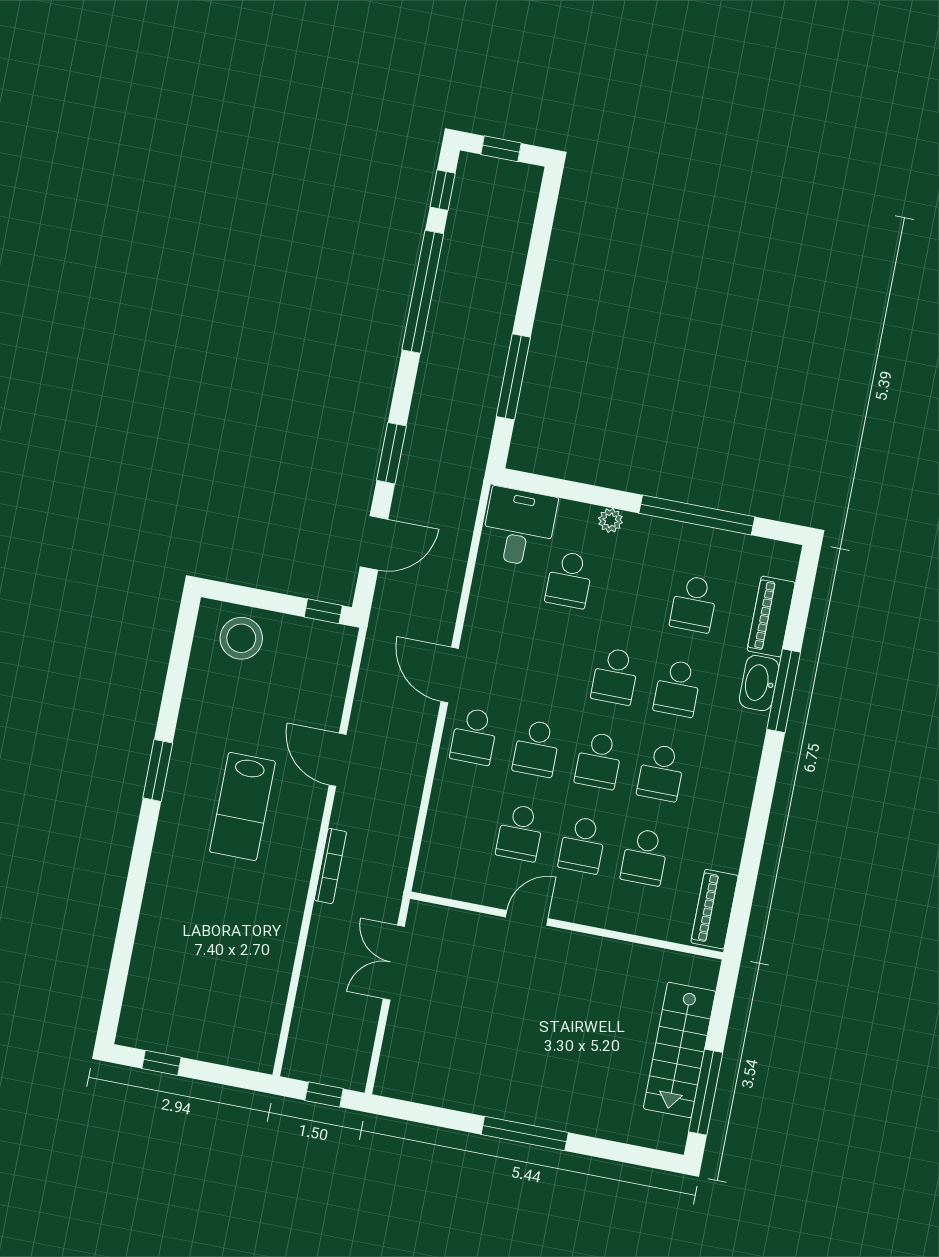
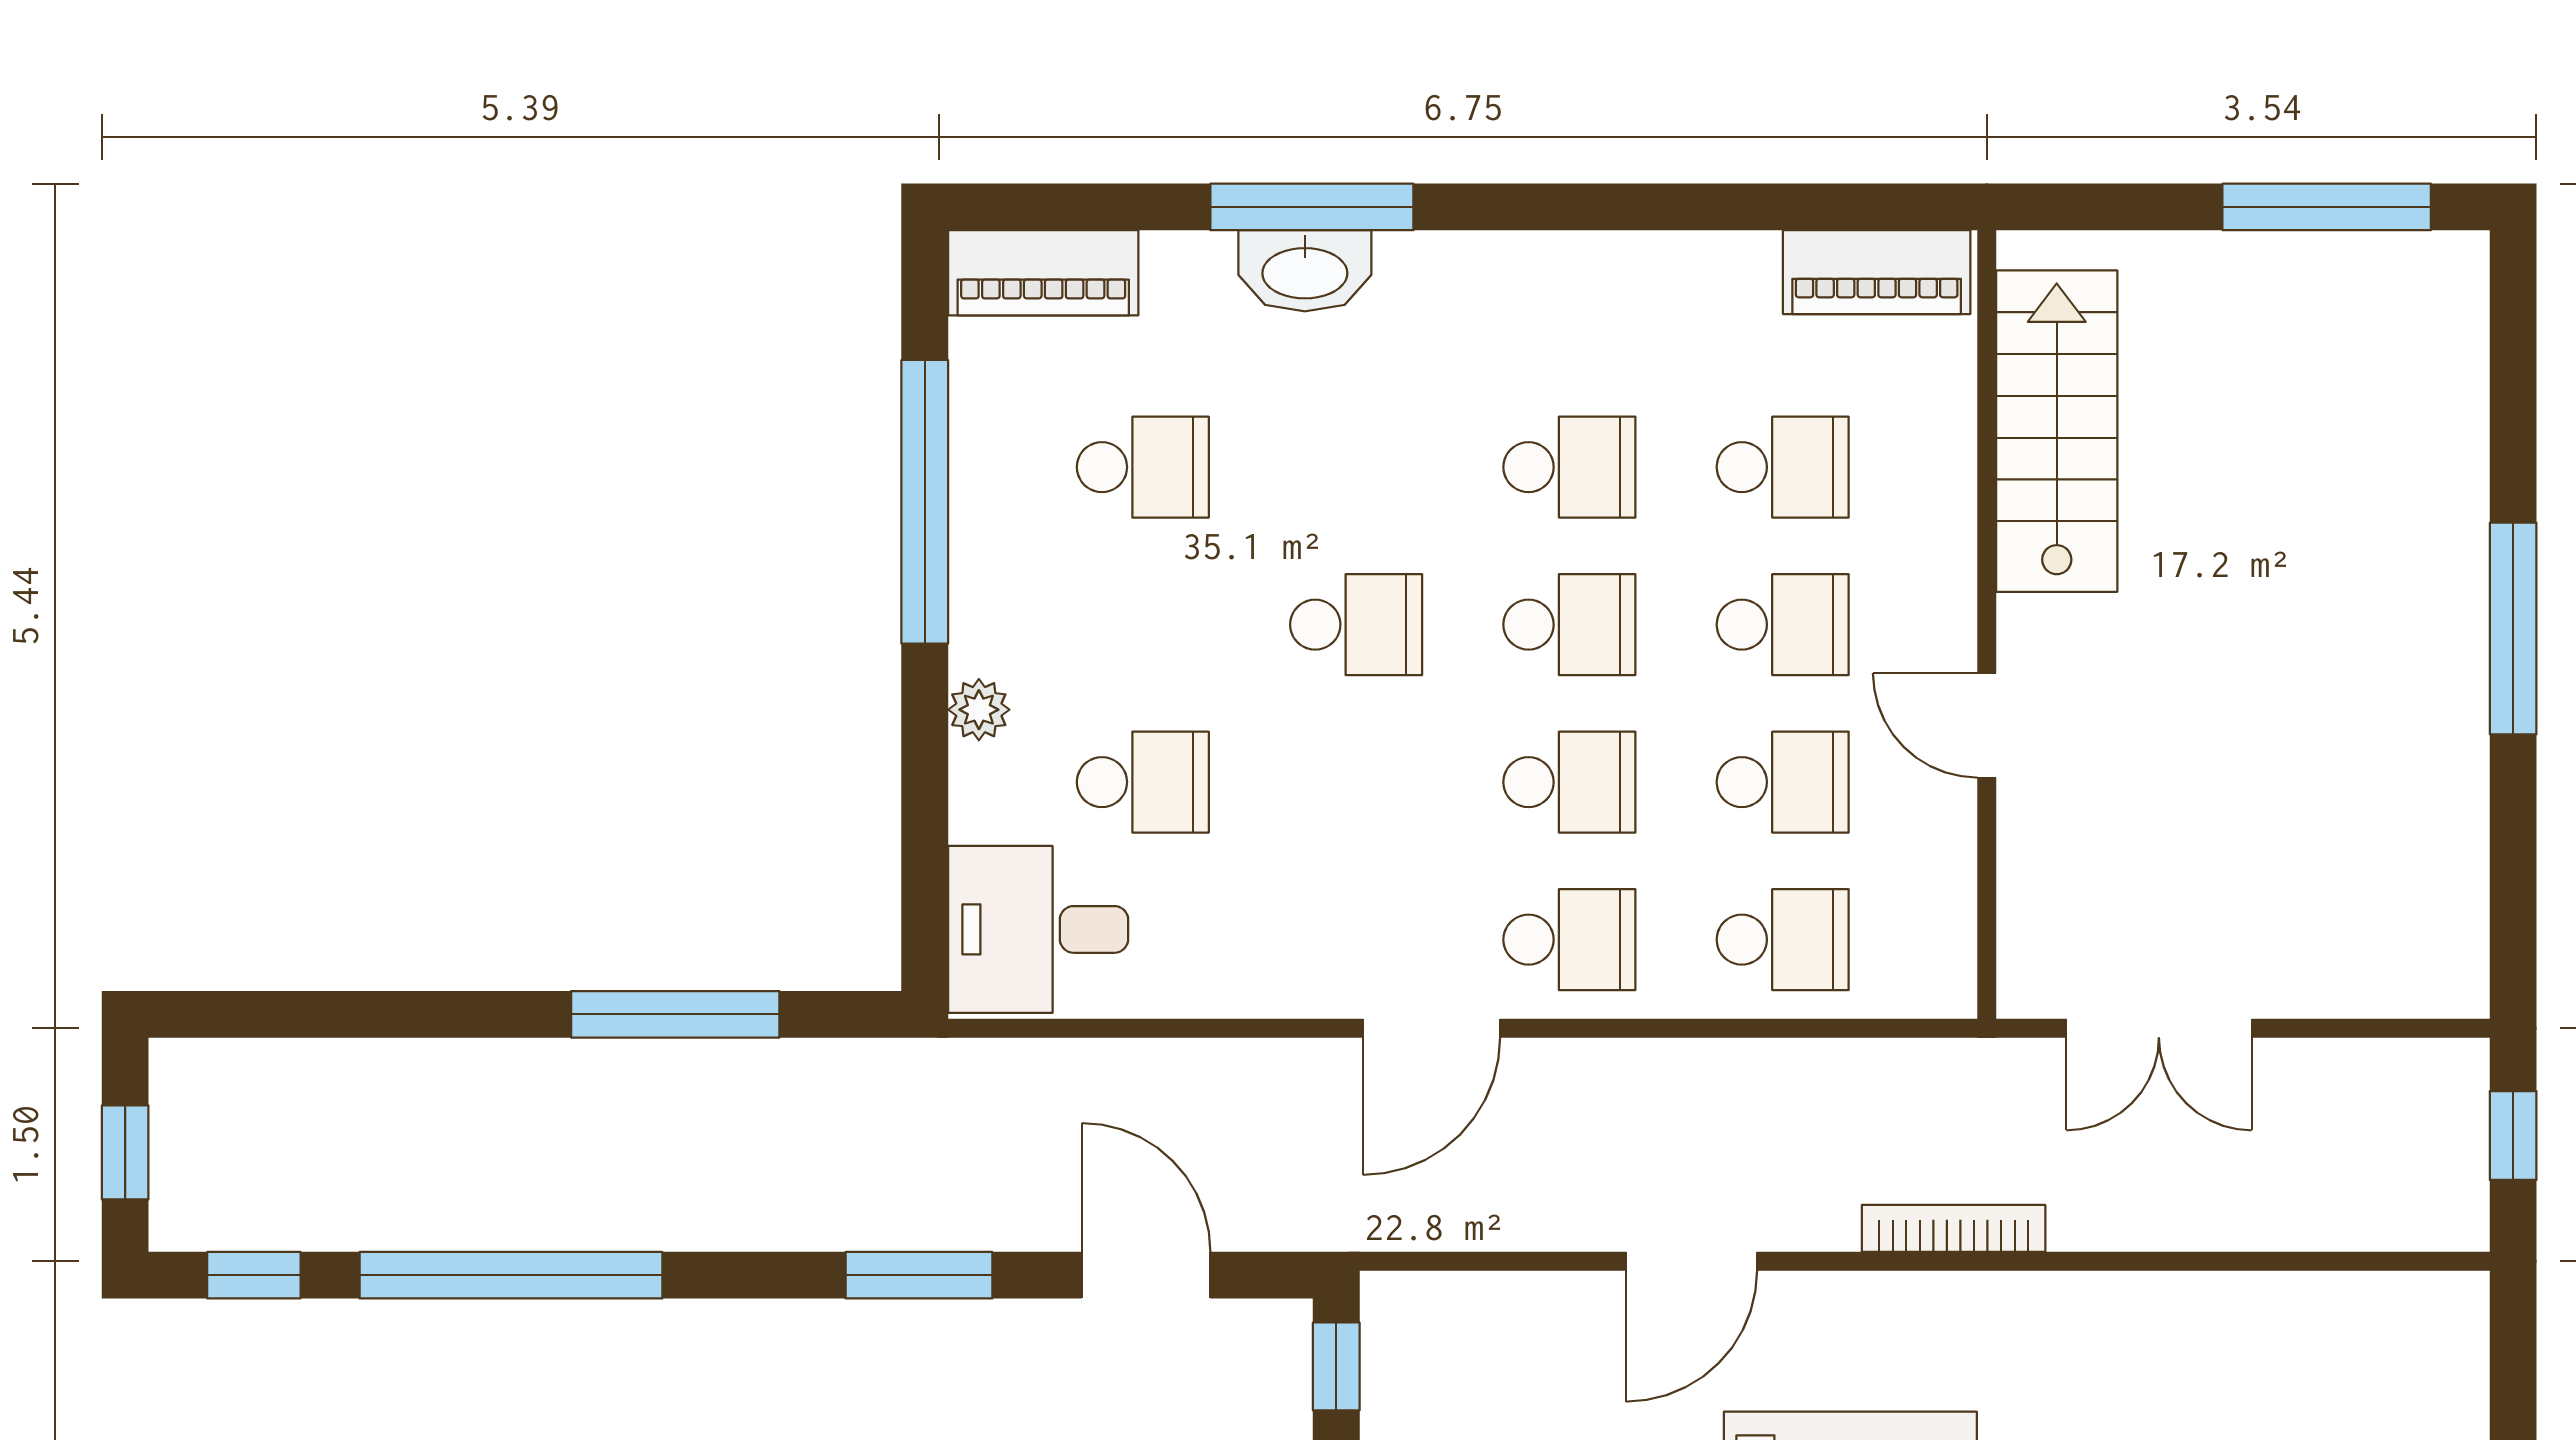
piano: (771, 617) -> (1043, 273), moved
school desk: (677, 688) -> (1783, 940), moved
stairs: (679, 1050) -> (2057, 431), moved, turned -90

